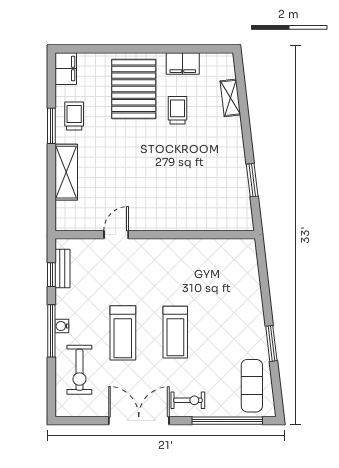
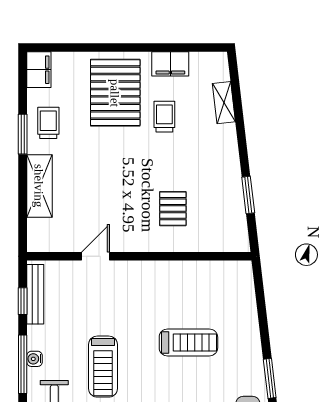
pallet: (185, 192) -> (173, 209), added
bench: (62, 268) -> (35, 294), width x1.36
treadmill: (175, 332) -> (188, 342), moved, turned -90

